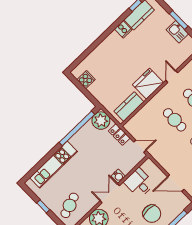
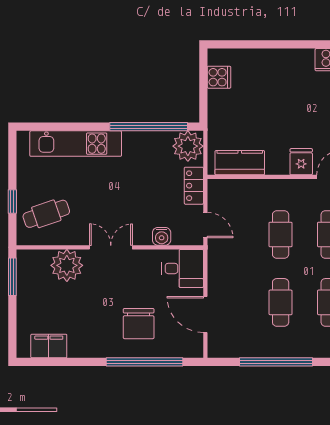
fridge: (148, 84) -> (301, 162), width x0.53, depth x0.75
water cooler: (118, 176) -> (162, 236), moved
desk: (139, 183) -> (183, 268), moved, turned 90
window: (43, 206) -> (12, 202), moved

